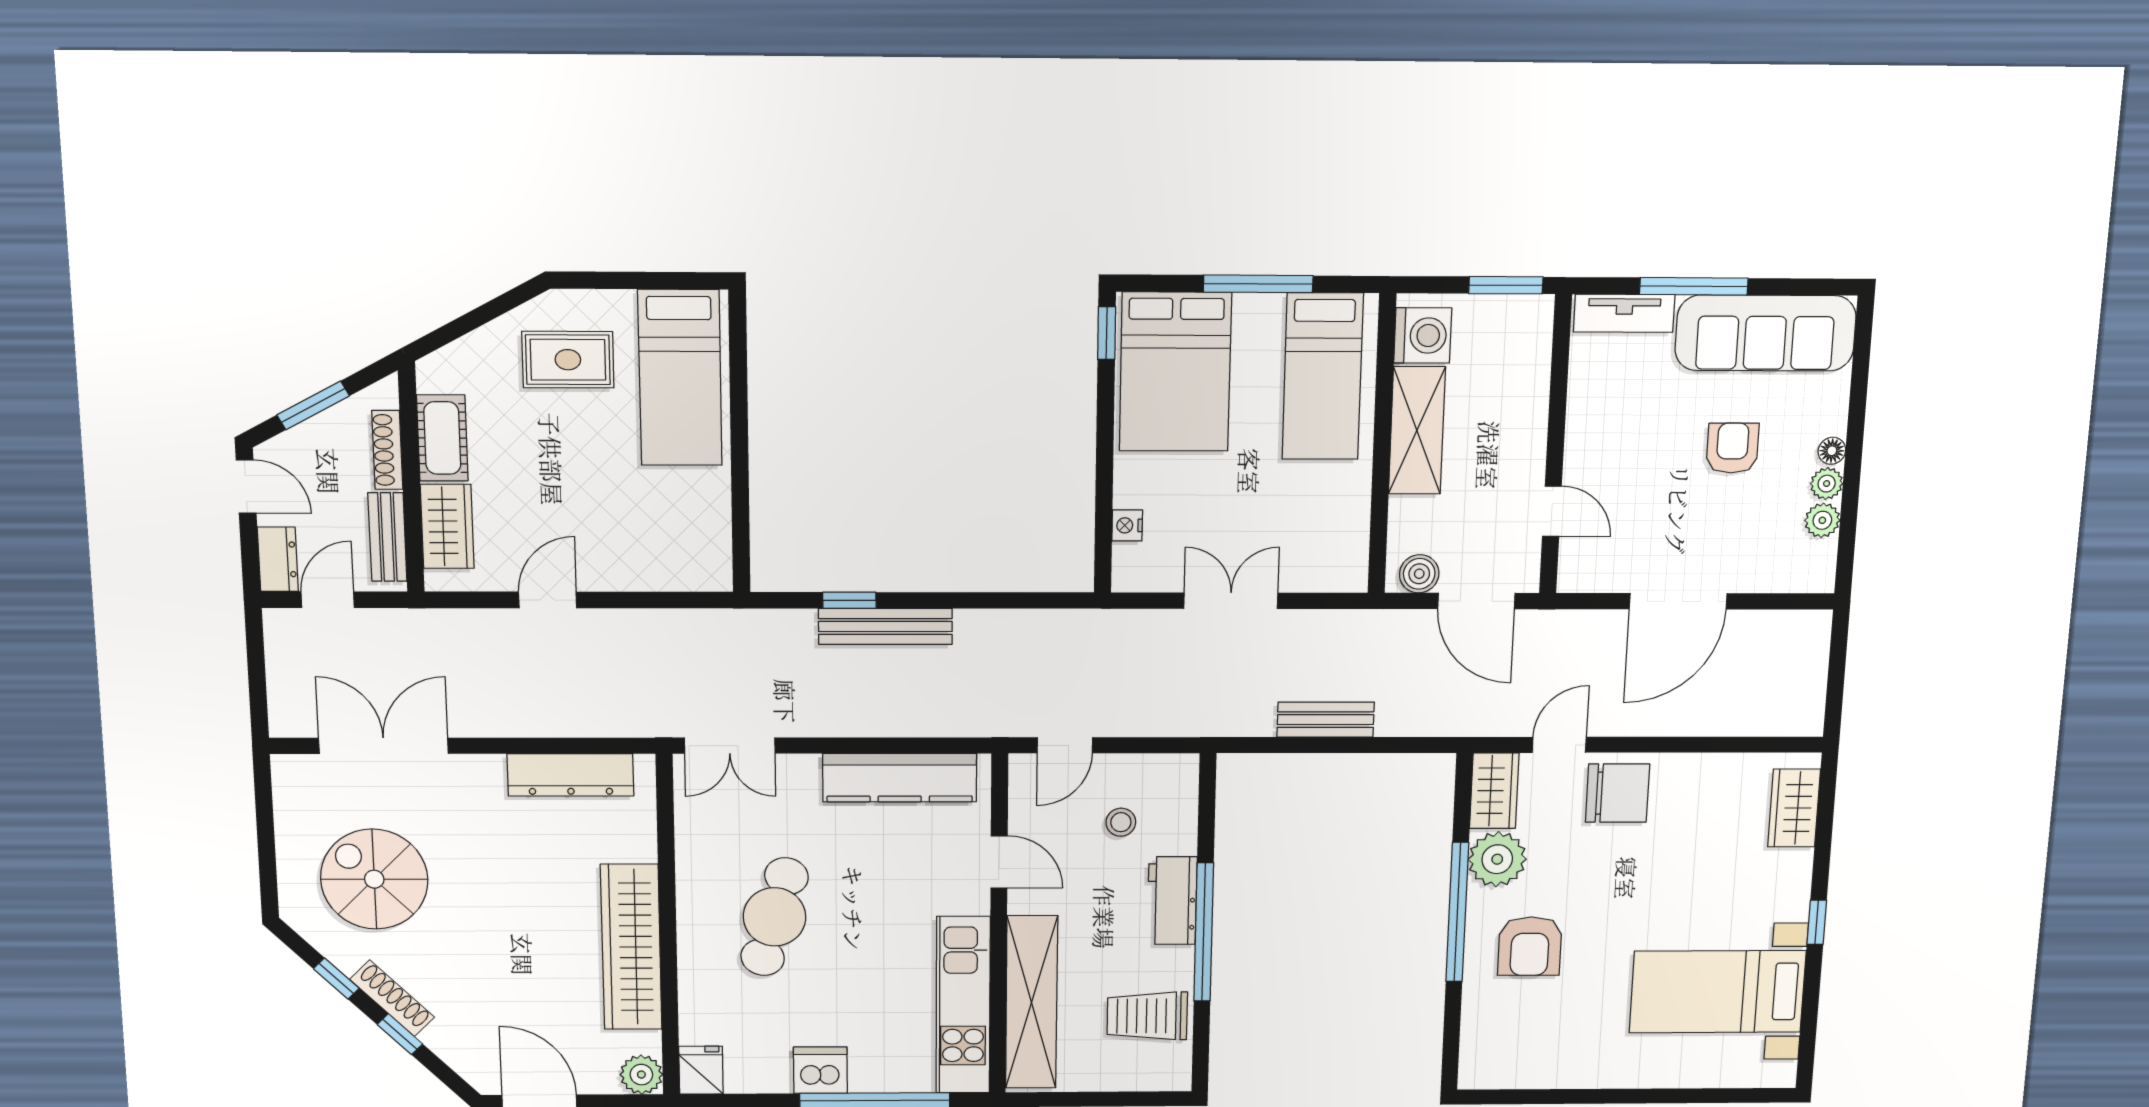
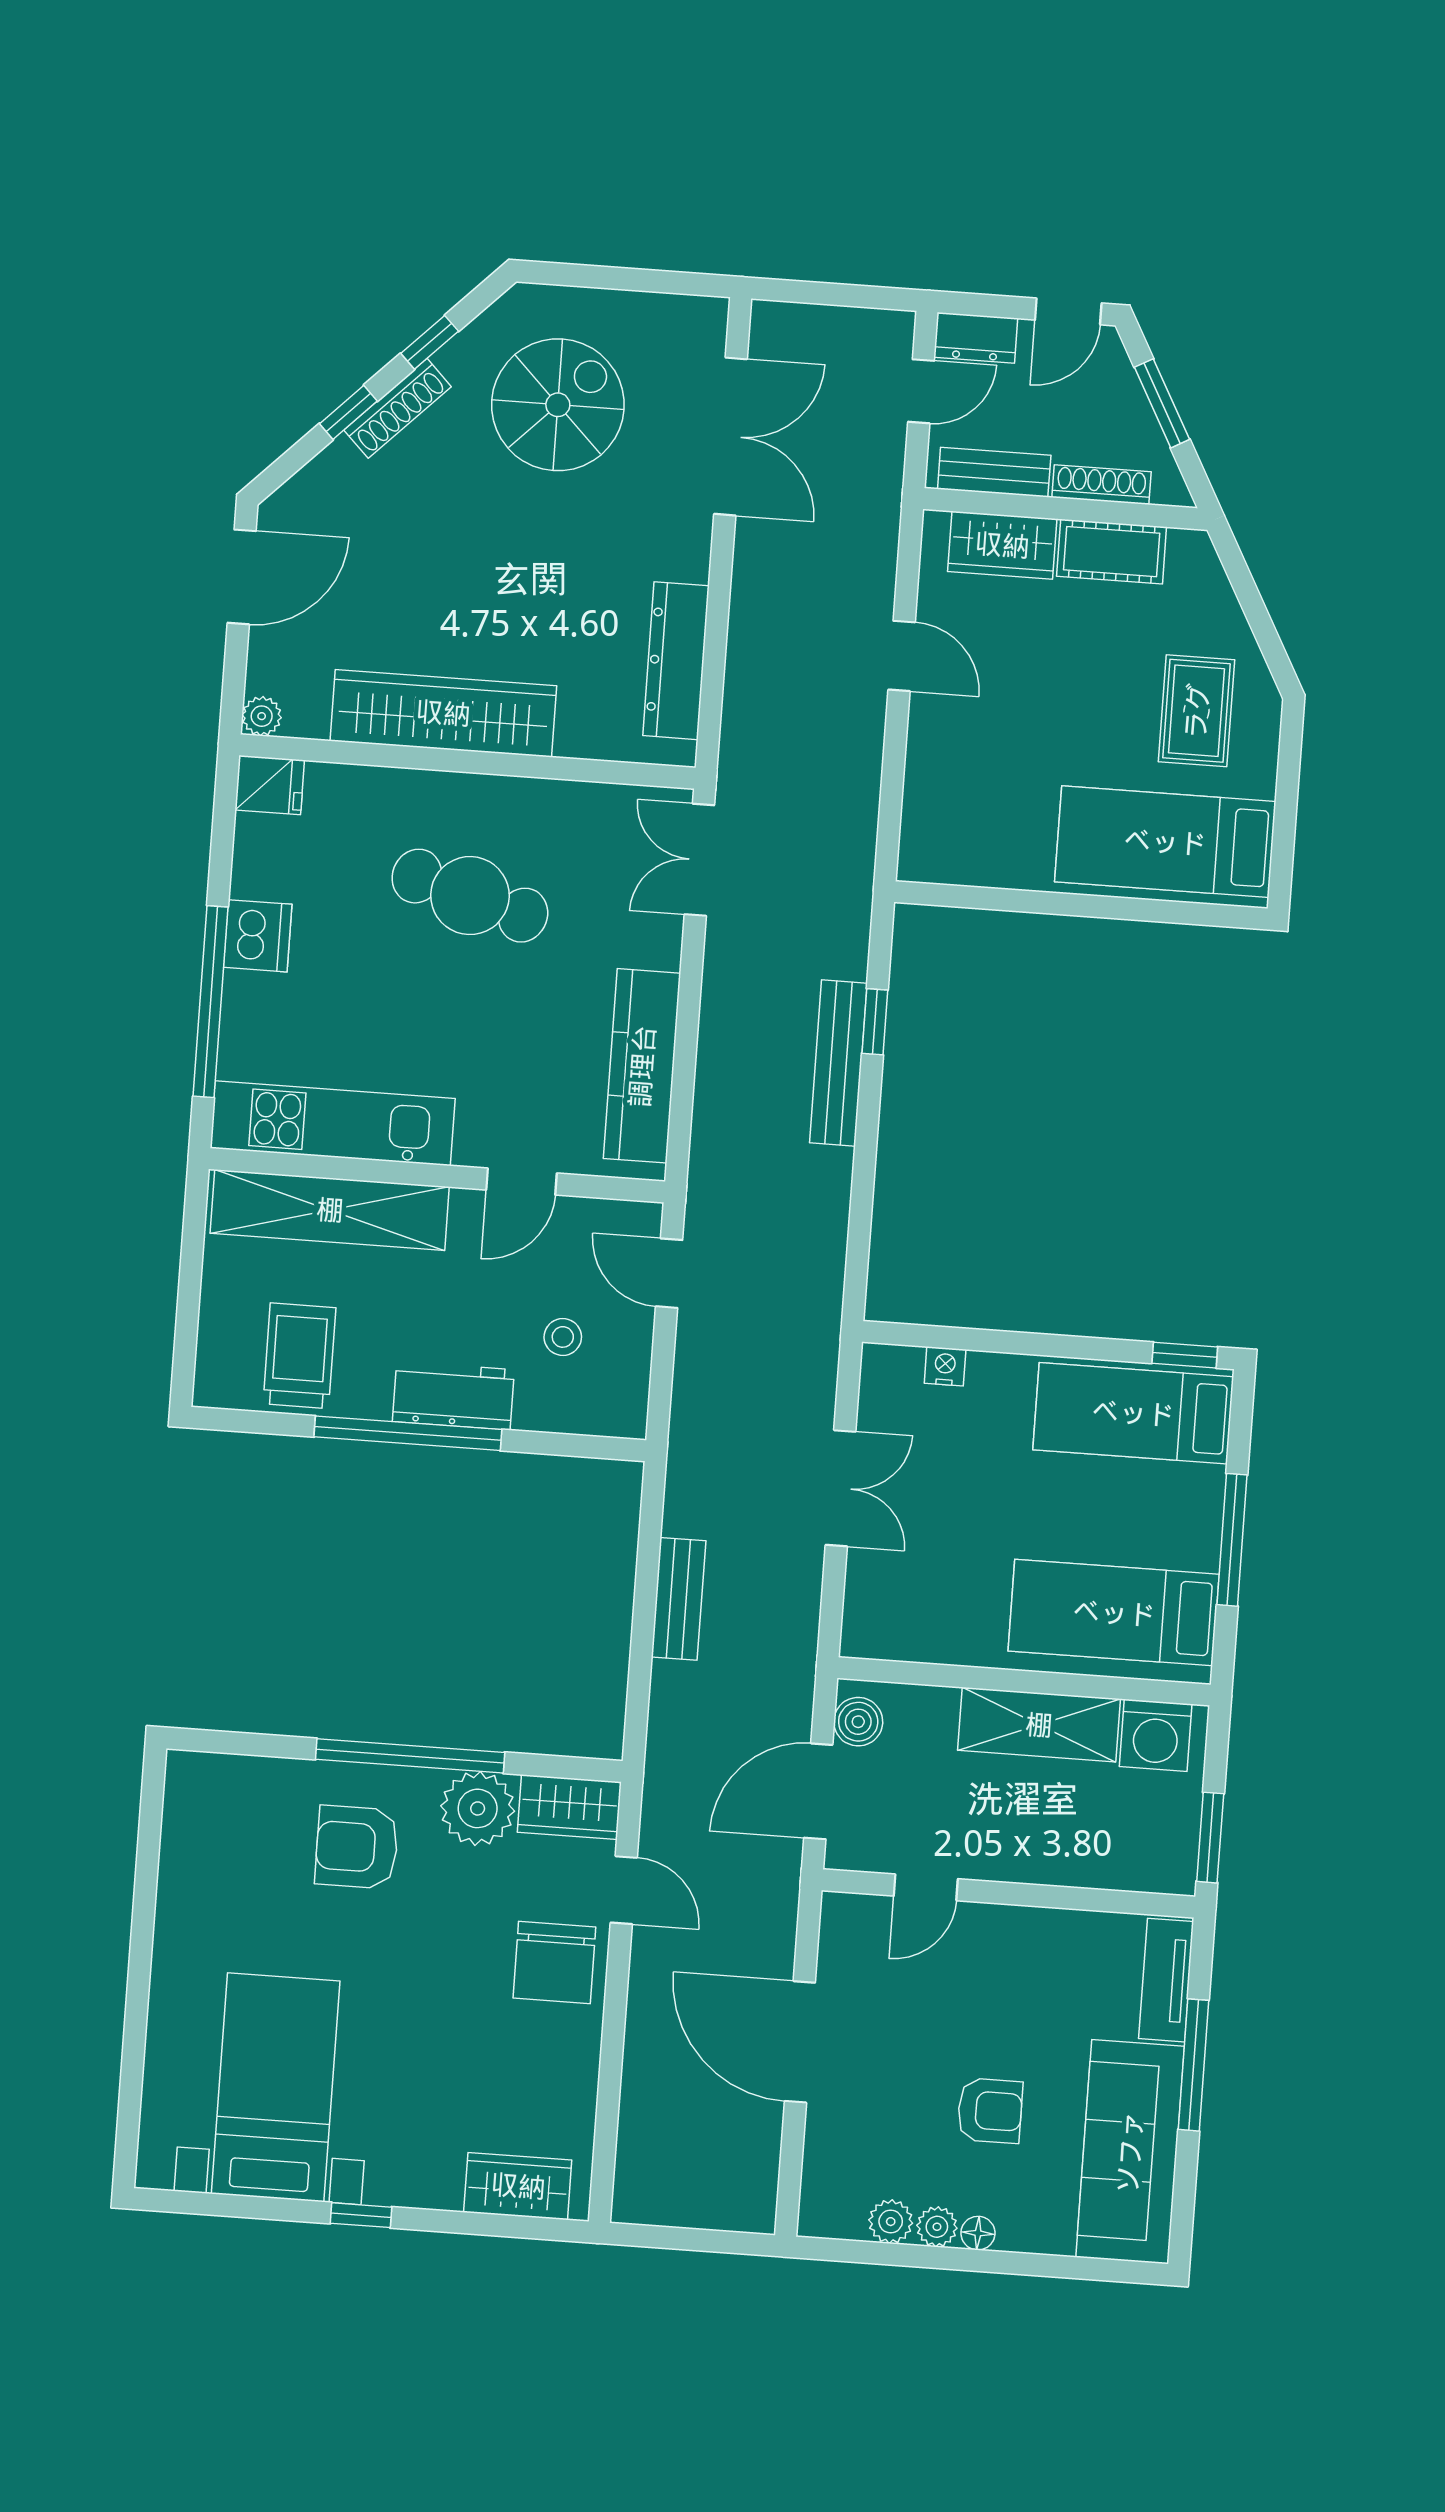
bed: (1175, 372) -> (1133, 1413), width x0.67
door: (328, 600) -> (921, 391), hinge flipped
plant: (641, 1075) -> (262, 716), width x0.73, depth x0.73

